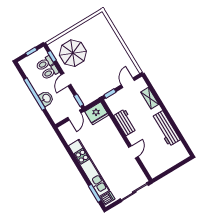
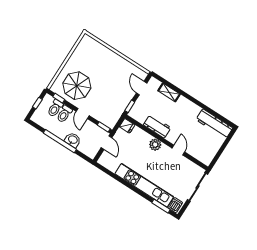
fridge: (97, 113) -> (127, 126), width x0.53, depth x0.75
workbench: (166, 128) -> (214, 124), moved
plant: (116, 137) -> (155, 145), added

